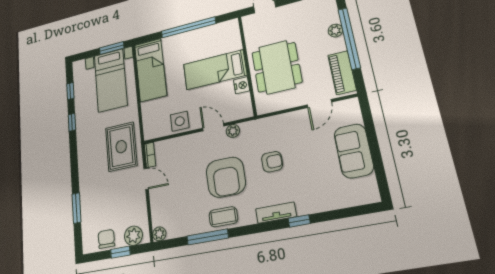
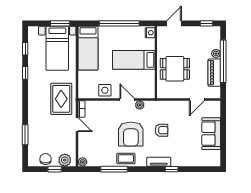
dining table: (277, 67) -> (175, 69), width x0.73
piano: (342, 73) -> (214, 73), moved
nightstand: (242, 85) -> (150, 33), moved

